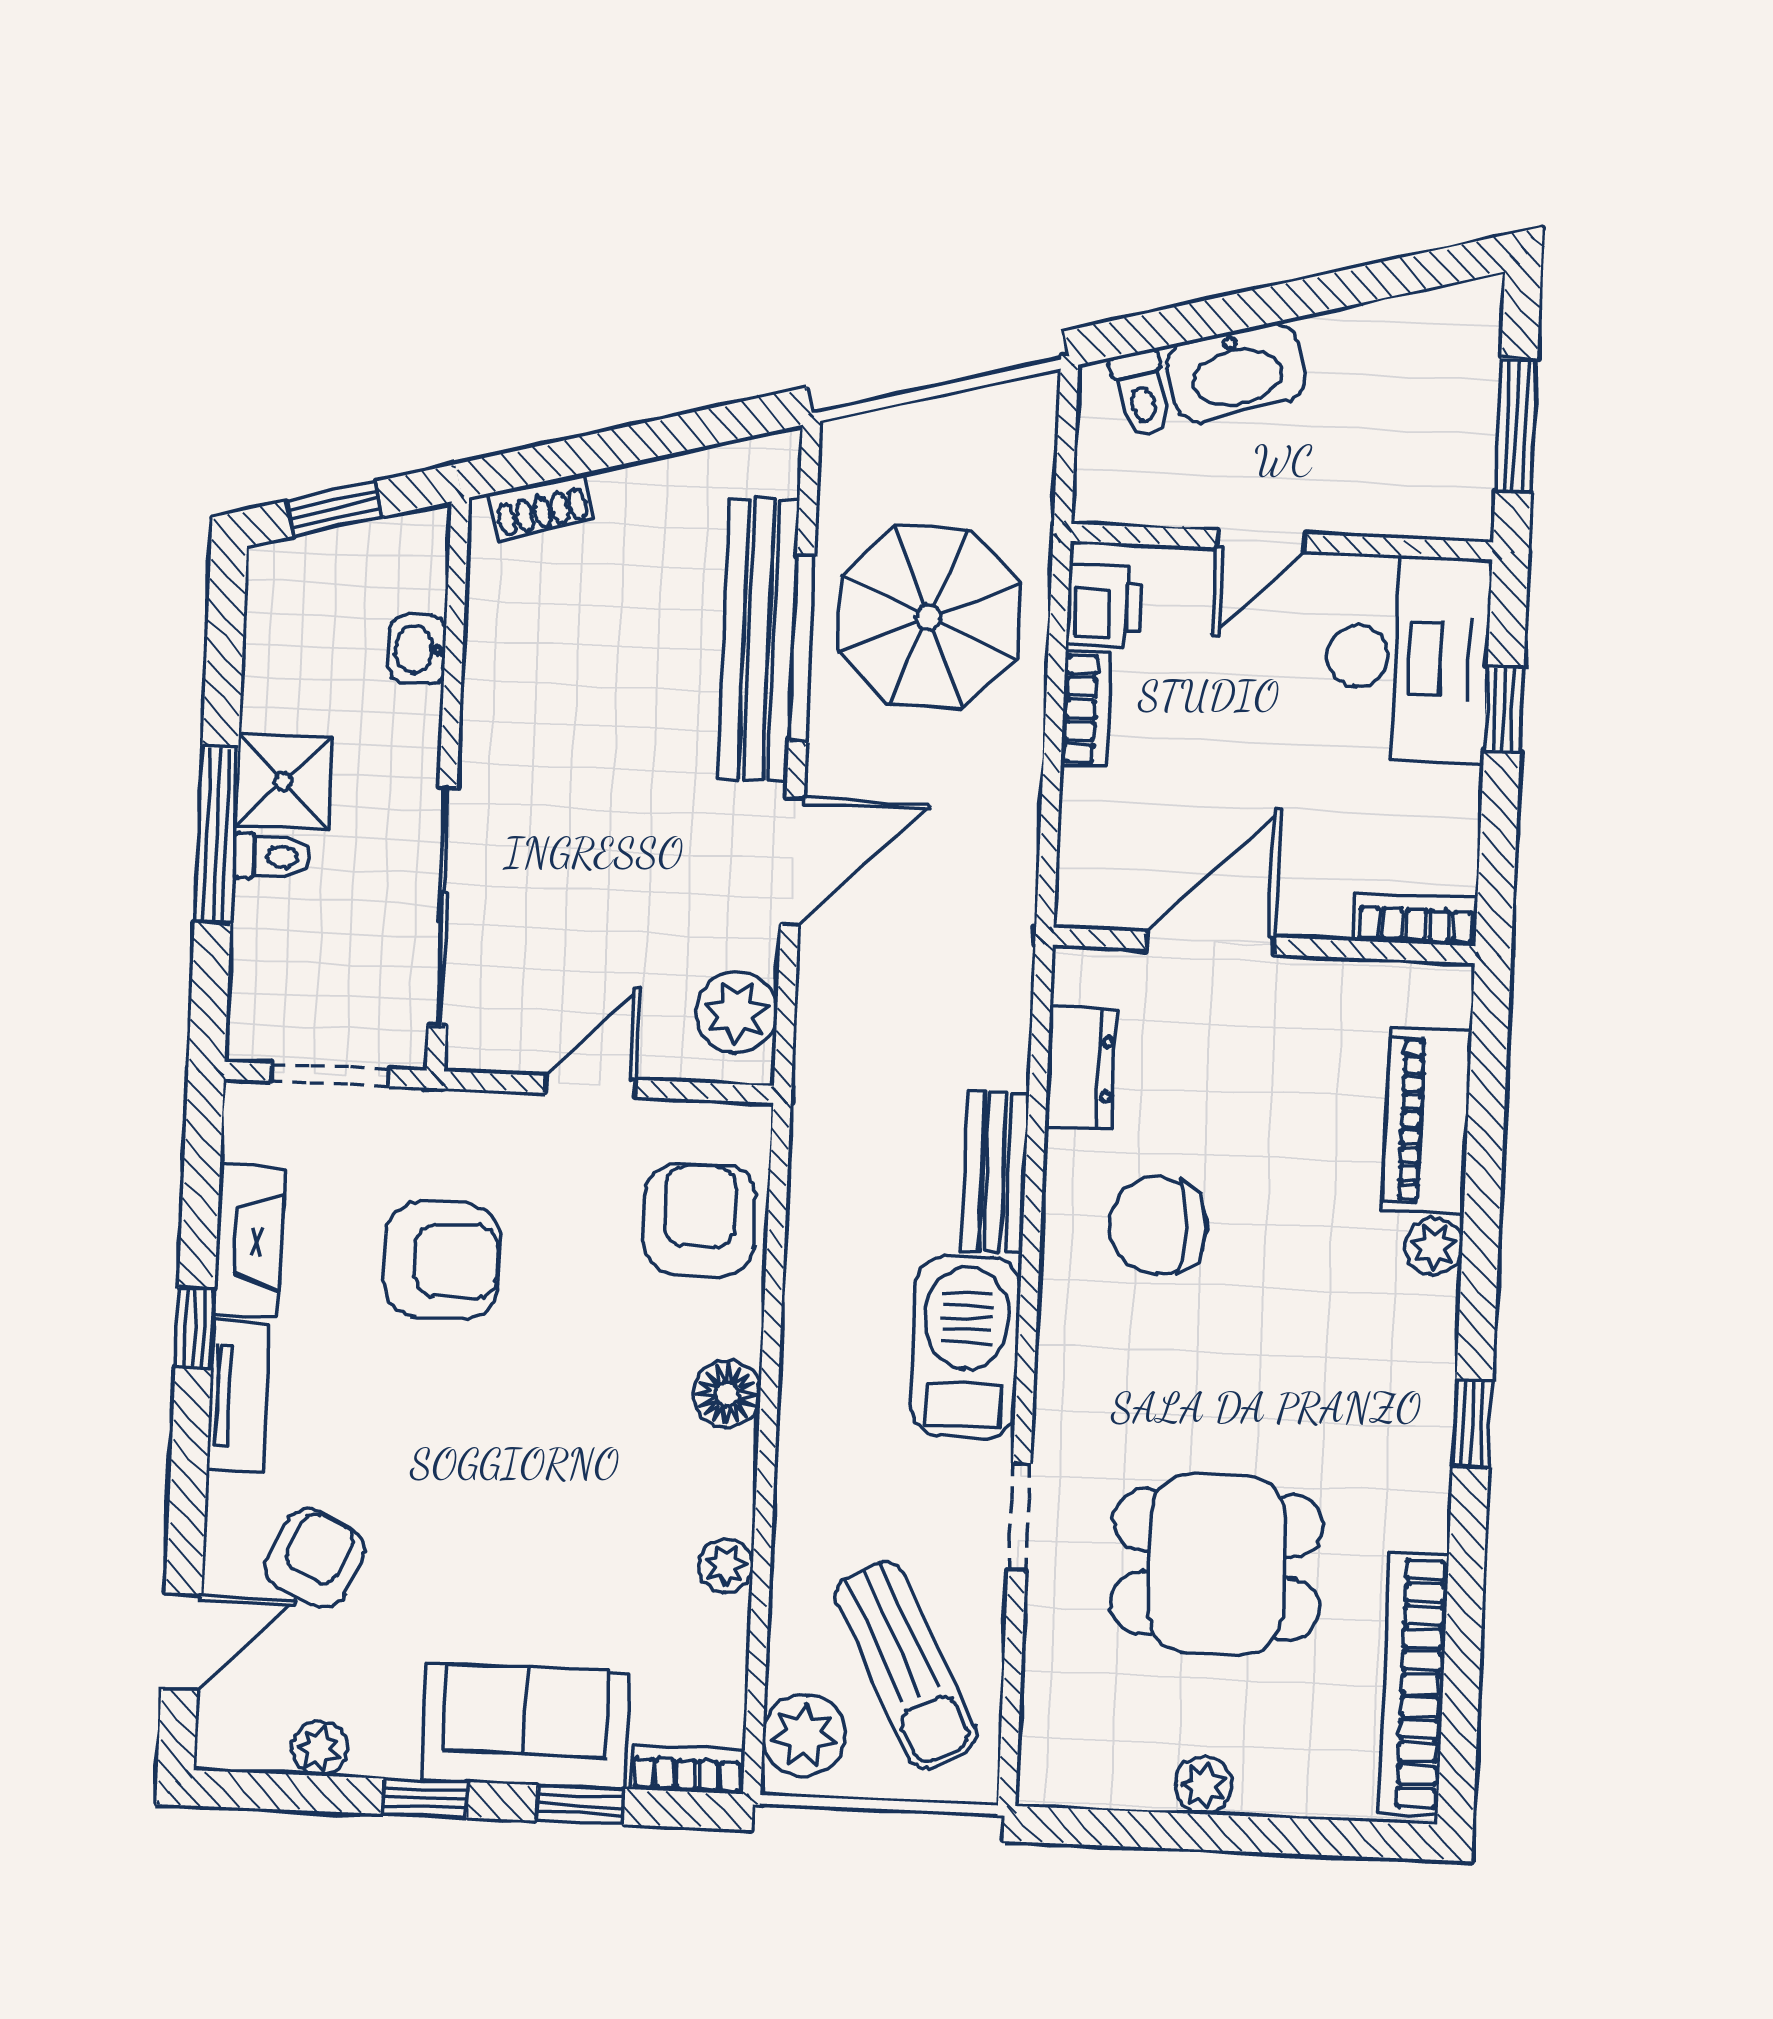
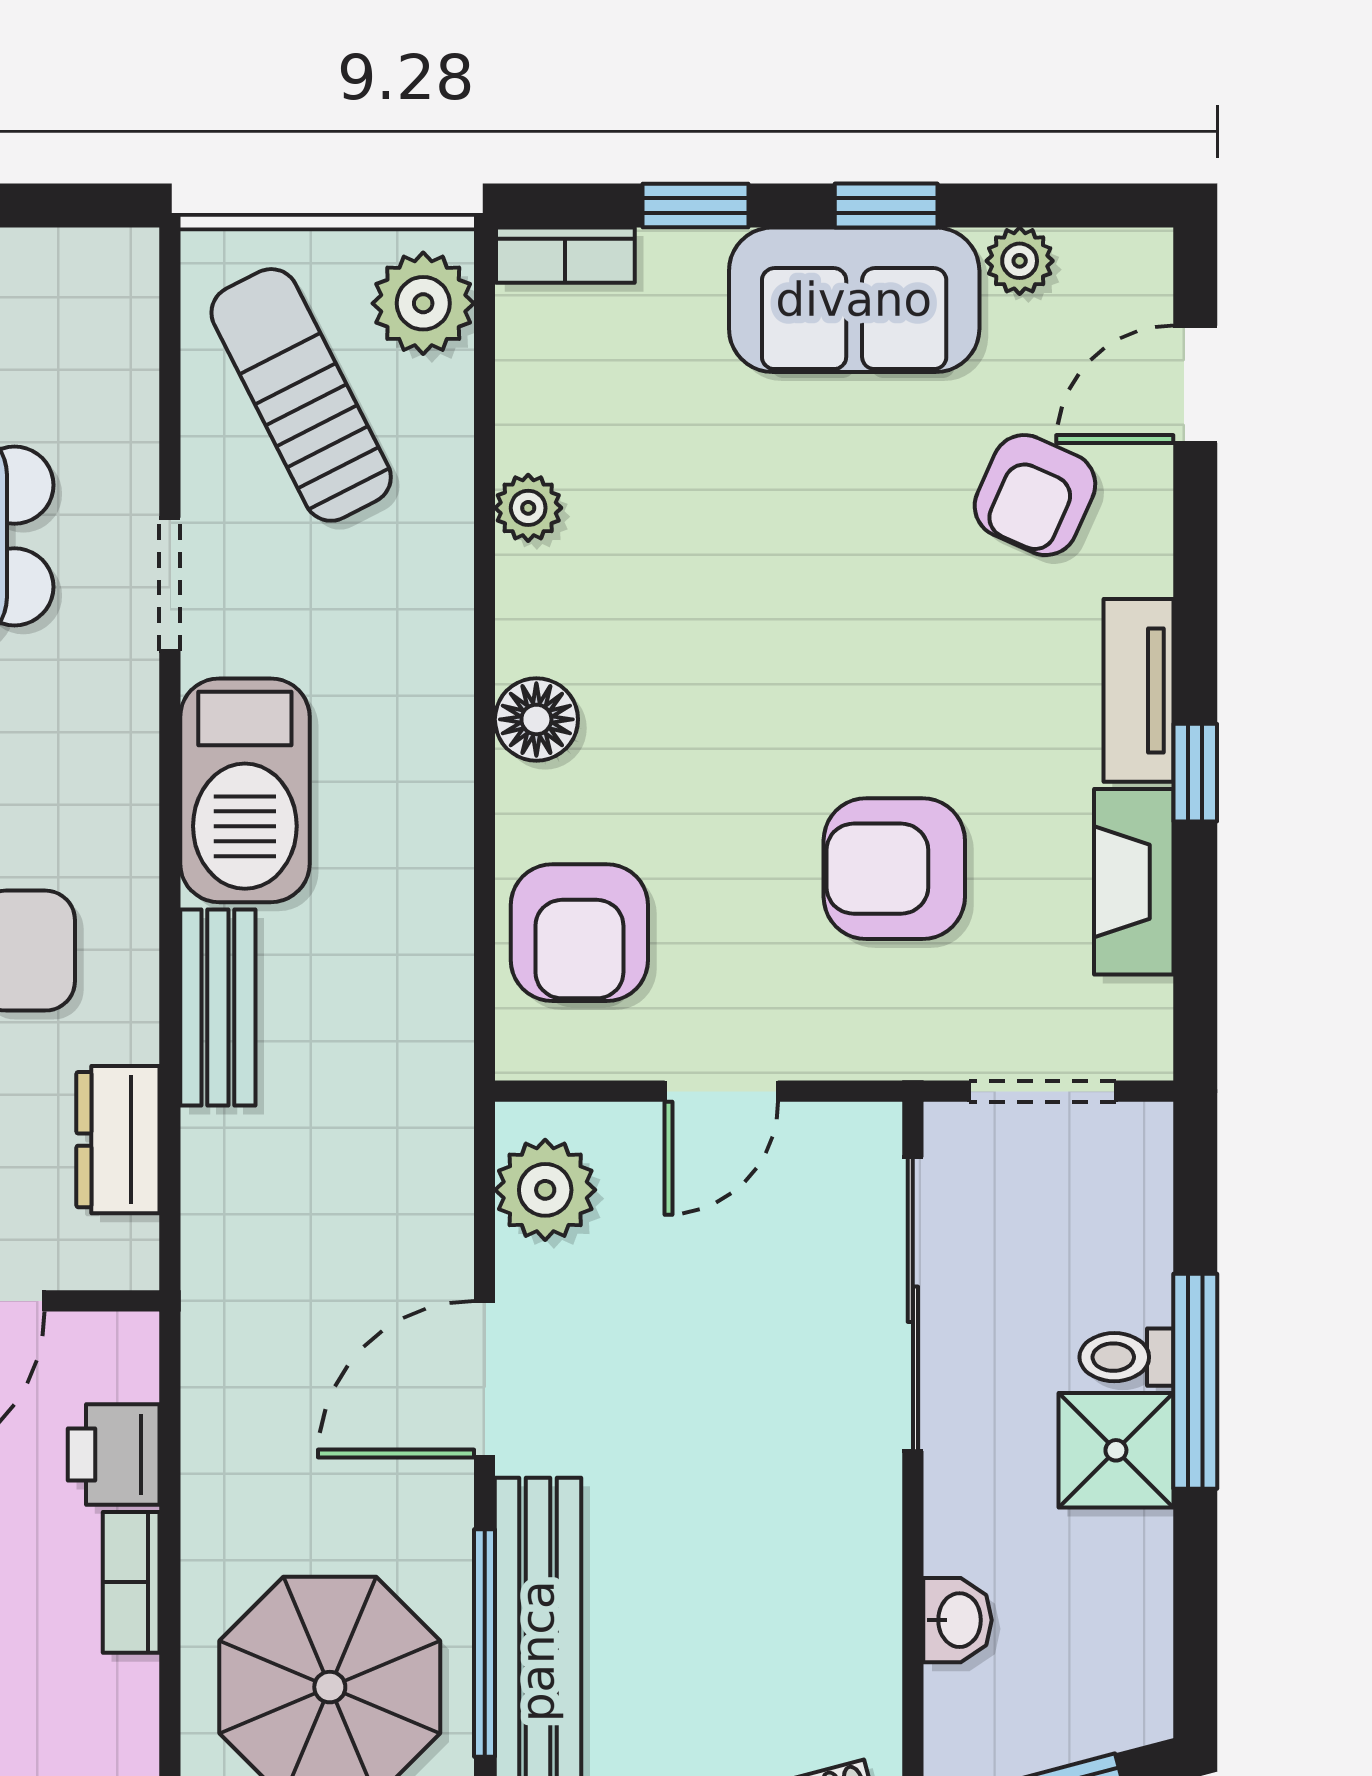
printer: (1105, 606) -> (114, 1455), moved
sofa: (526, 1726) -> (854, 300), moved

